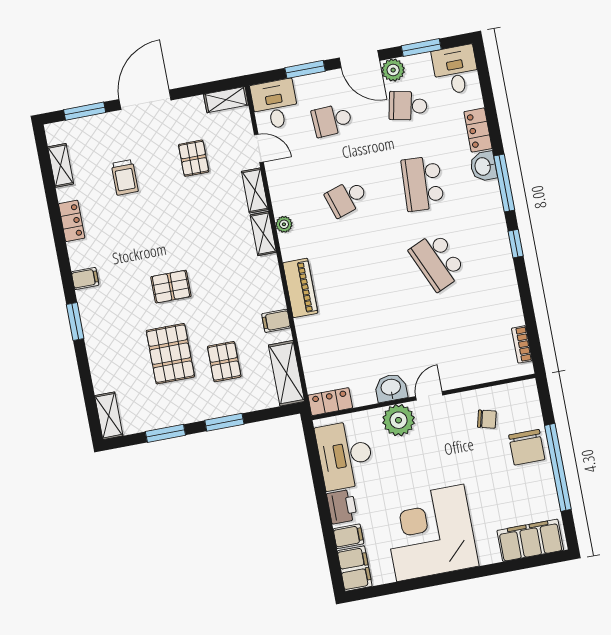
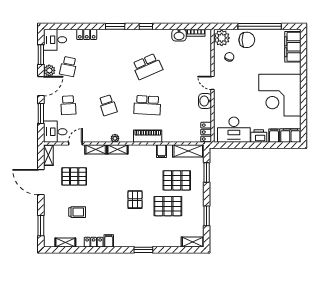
door: (145, 100) -> (41, 182), moved
pallet: (194, 158) -> (74, 176), width x1.50, depth x1.42
washbasin: (483, 166) -> (179, 35), moved
window: (504, 183) -> (115, 26), width x0.69
school desk: (423, 184) -> (147, 105), moved
filing cabinet: (85, 278) -> (109, 241), moved
pallet: (224, 362) -> (177, 180), width x1.50, depth x1.42
plant: (399, 420) -> (222, 38), moved
window: (224, 422) -> (207, 172), moved

